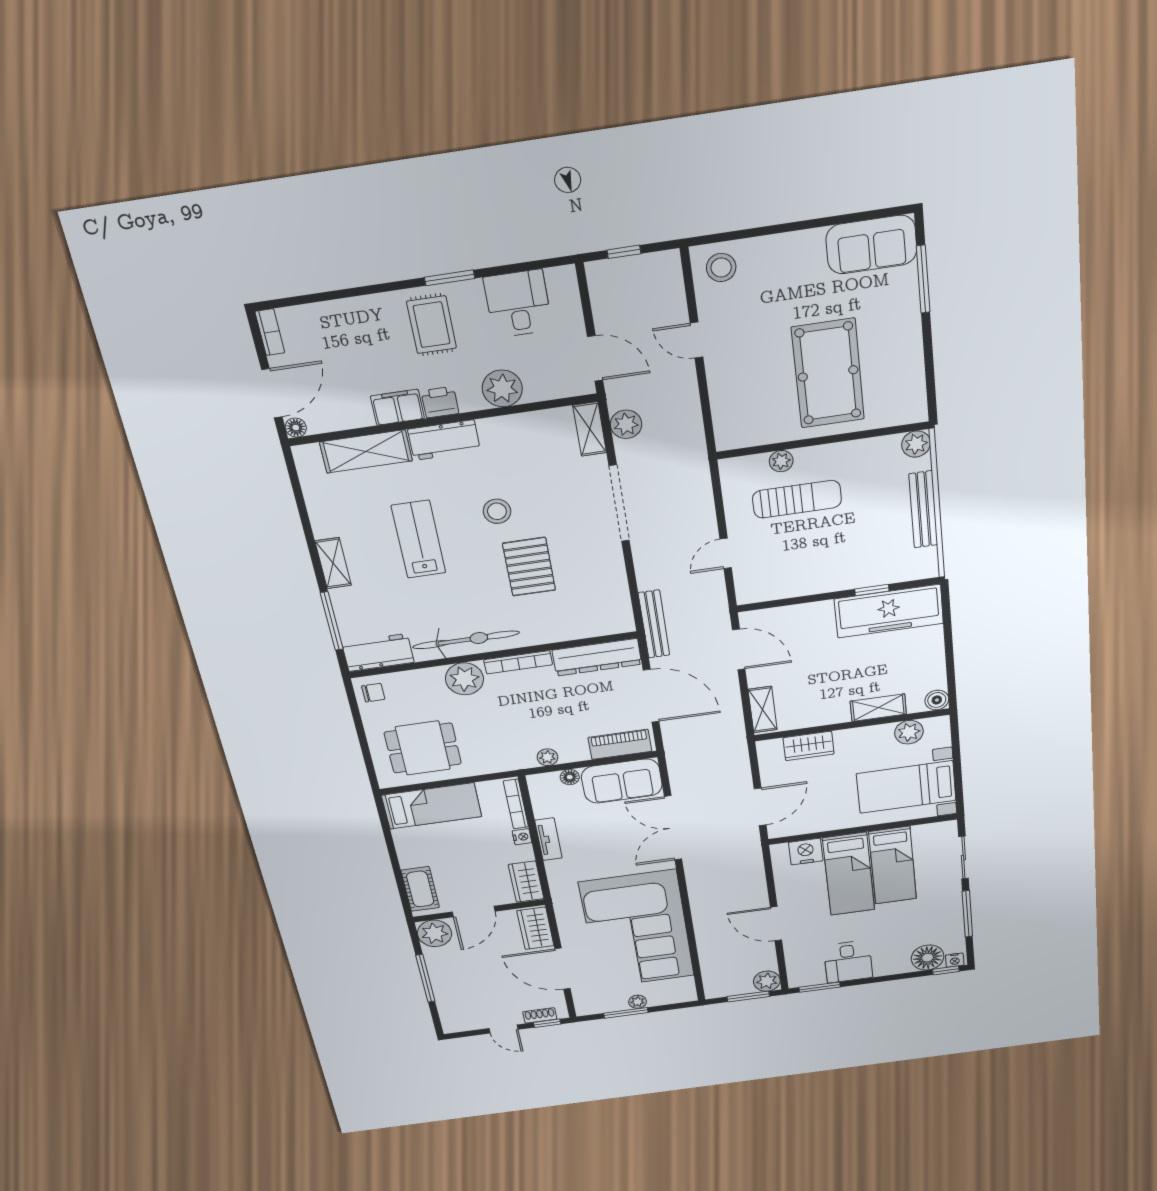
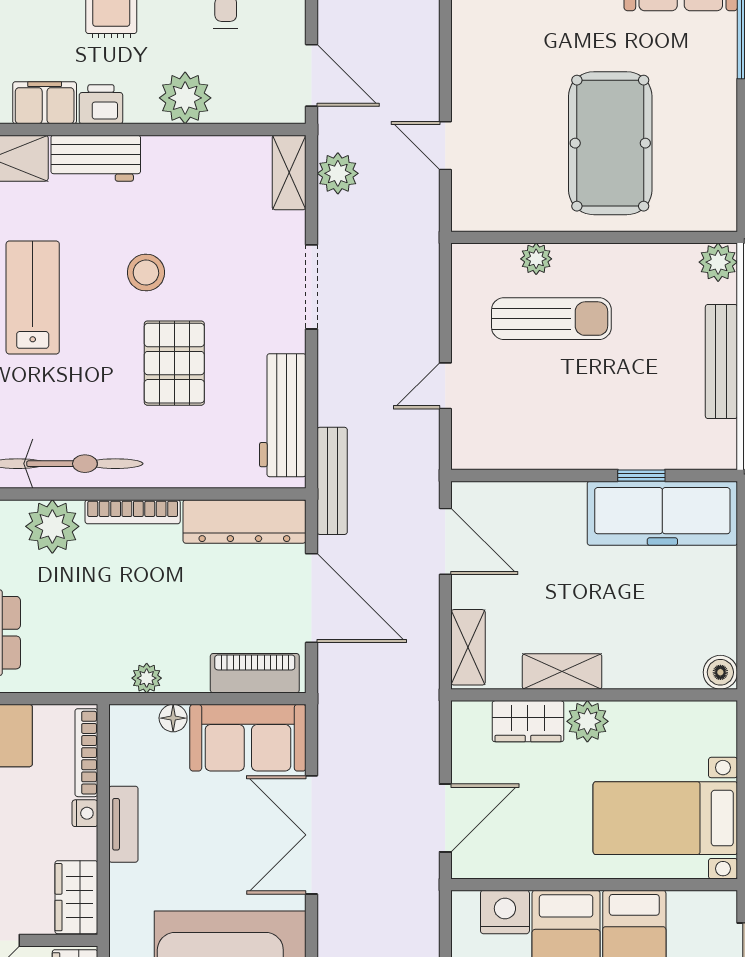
door: (697, 340) -> (445, 146), moved
doorway: (619, 503) -> (312, 287), width x0.73
workbench: (612, 588) -> (283, 415), added
shelving: (878, 708) -> (562, 671), moved
plant: (909, 732) -> (587, 721), moved

